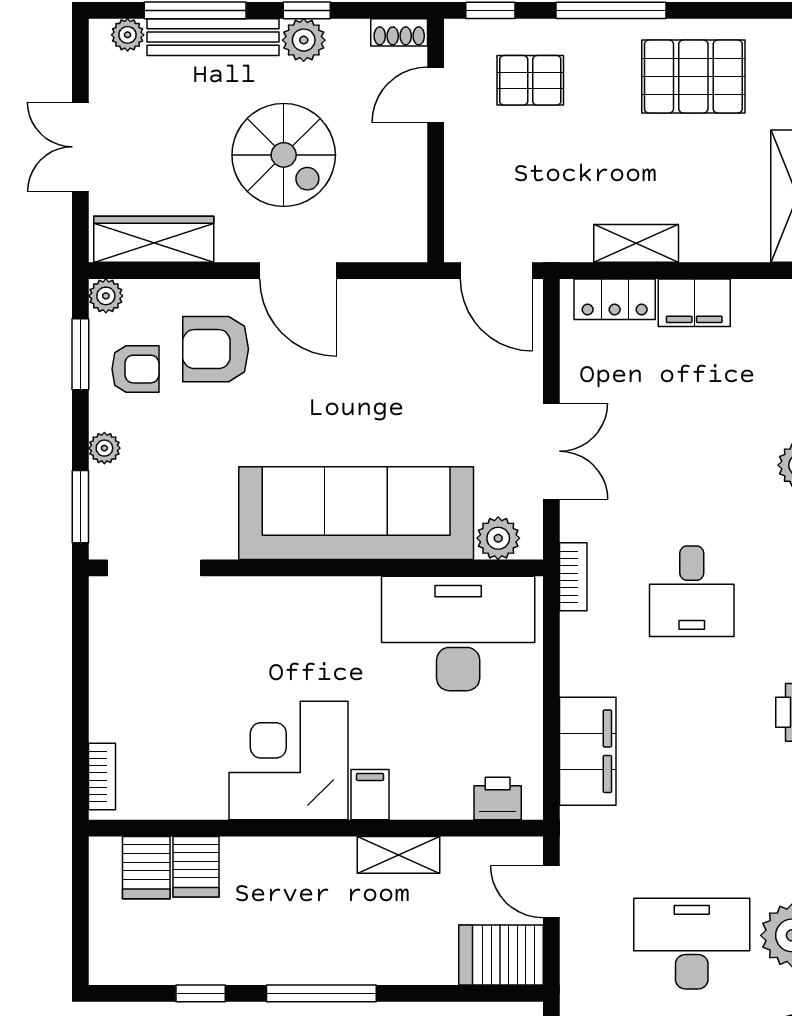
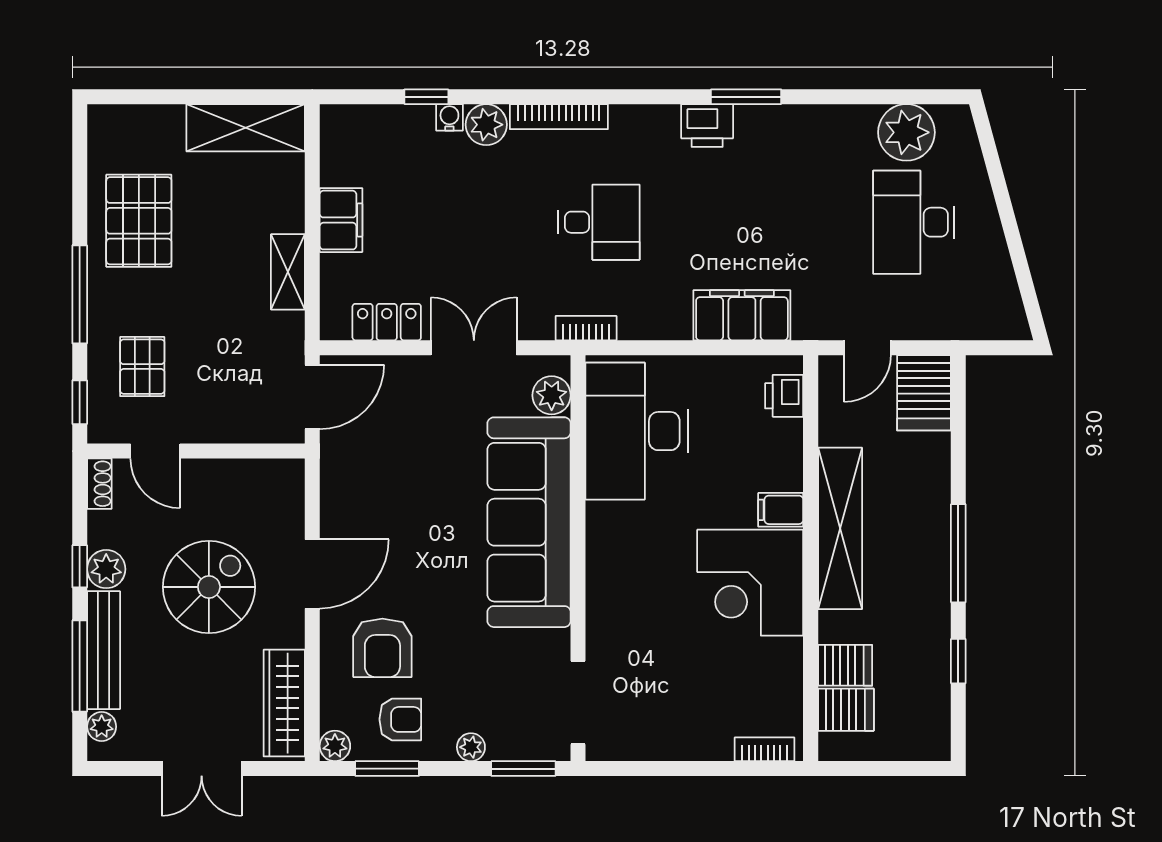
locker: (615, 299) -> (387, 322), moved, turned -90
armchair: (135, 369) -> (400, 719), turned 90
shelving: (398, 855) -> (840, 528), width x2.20, depth x1.33

